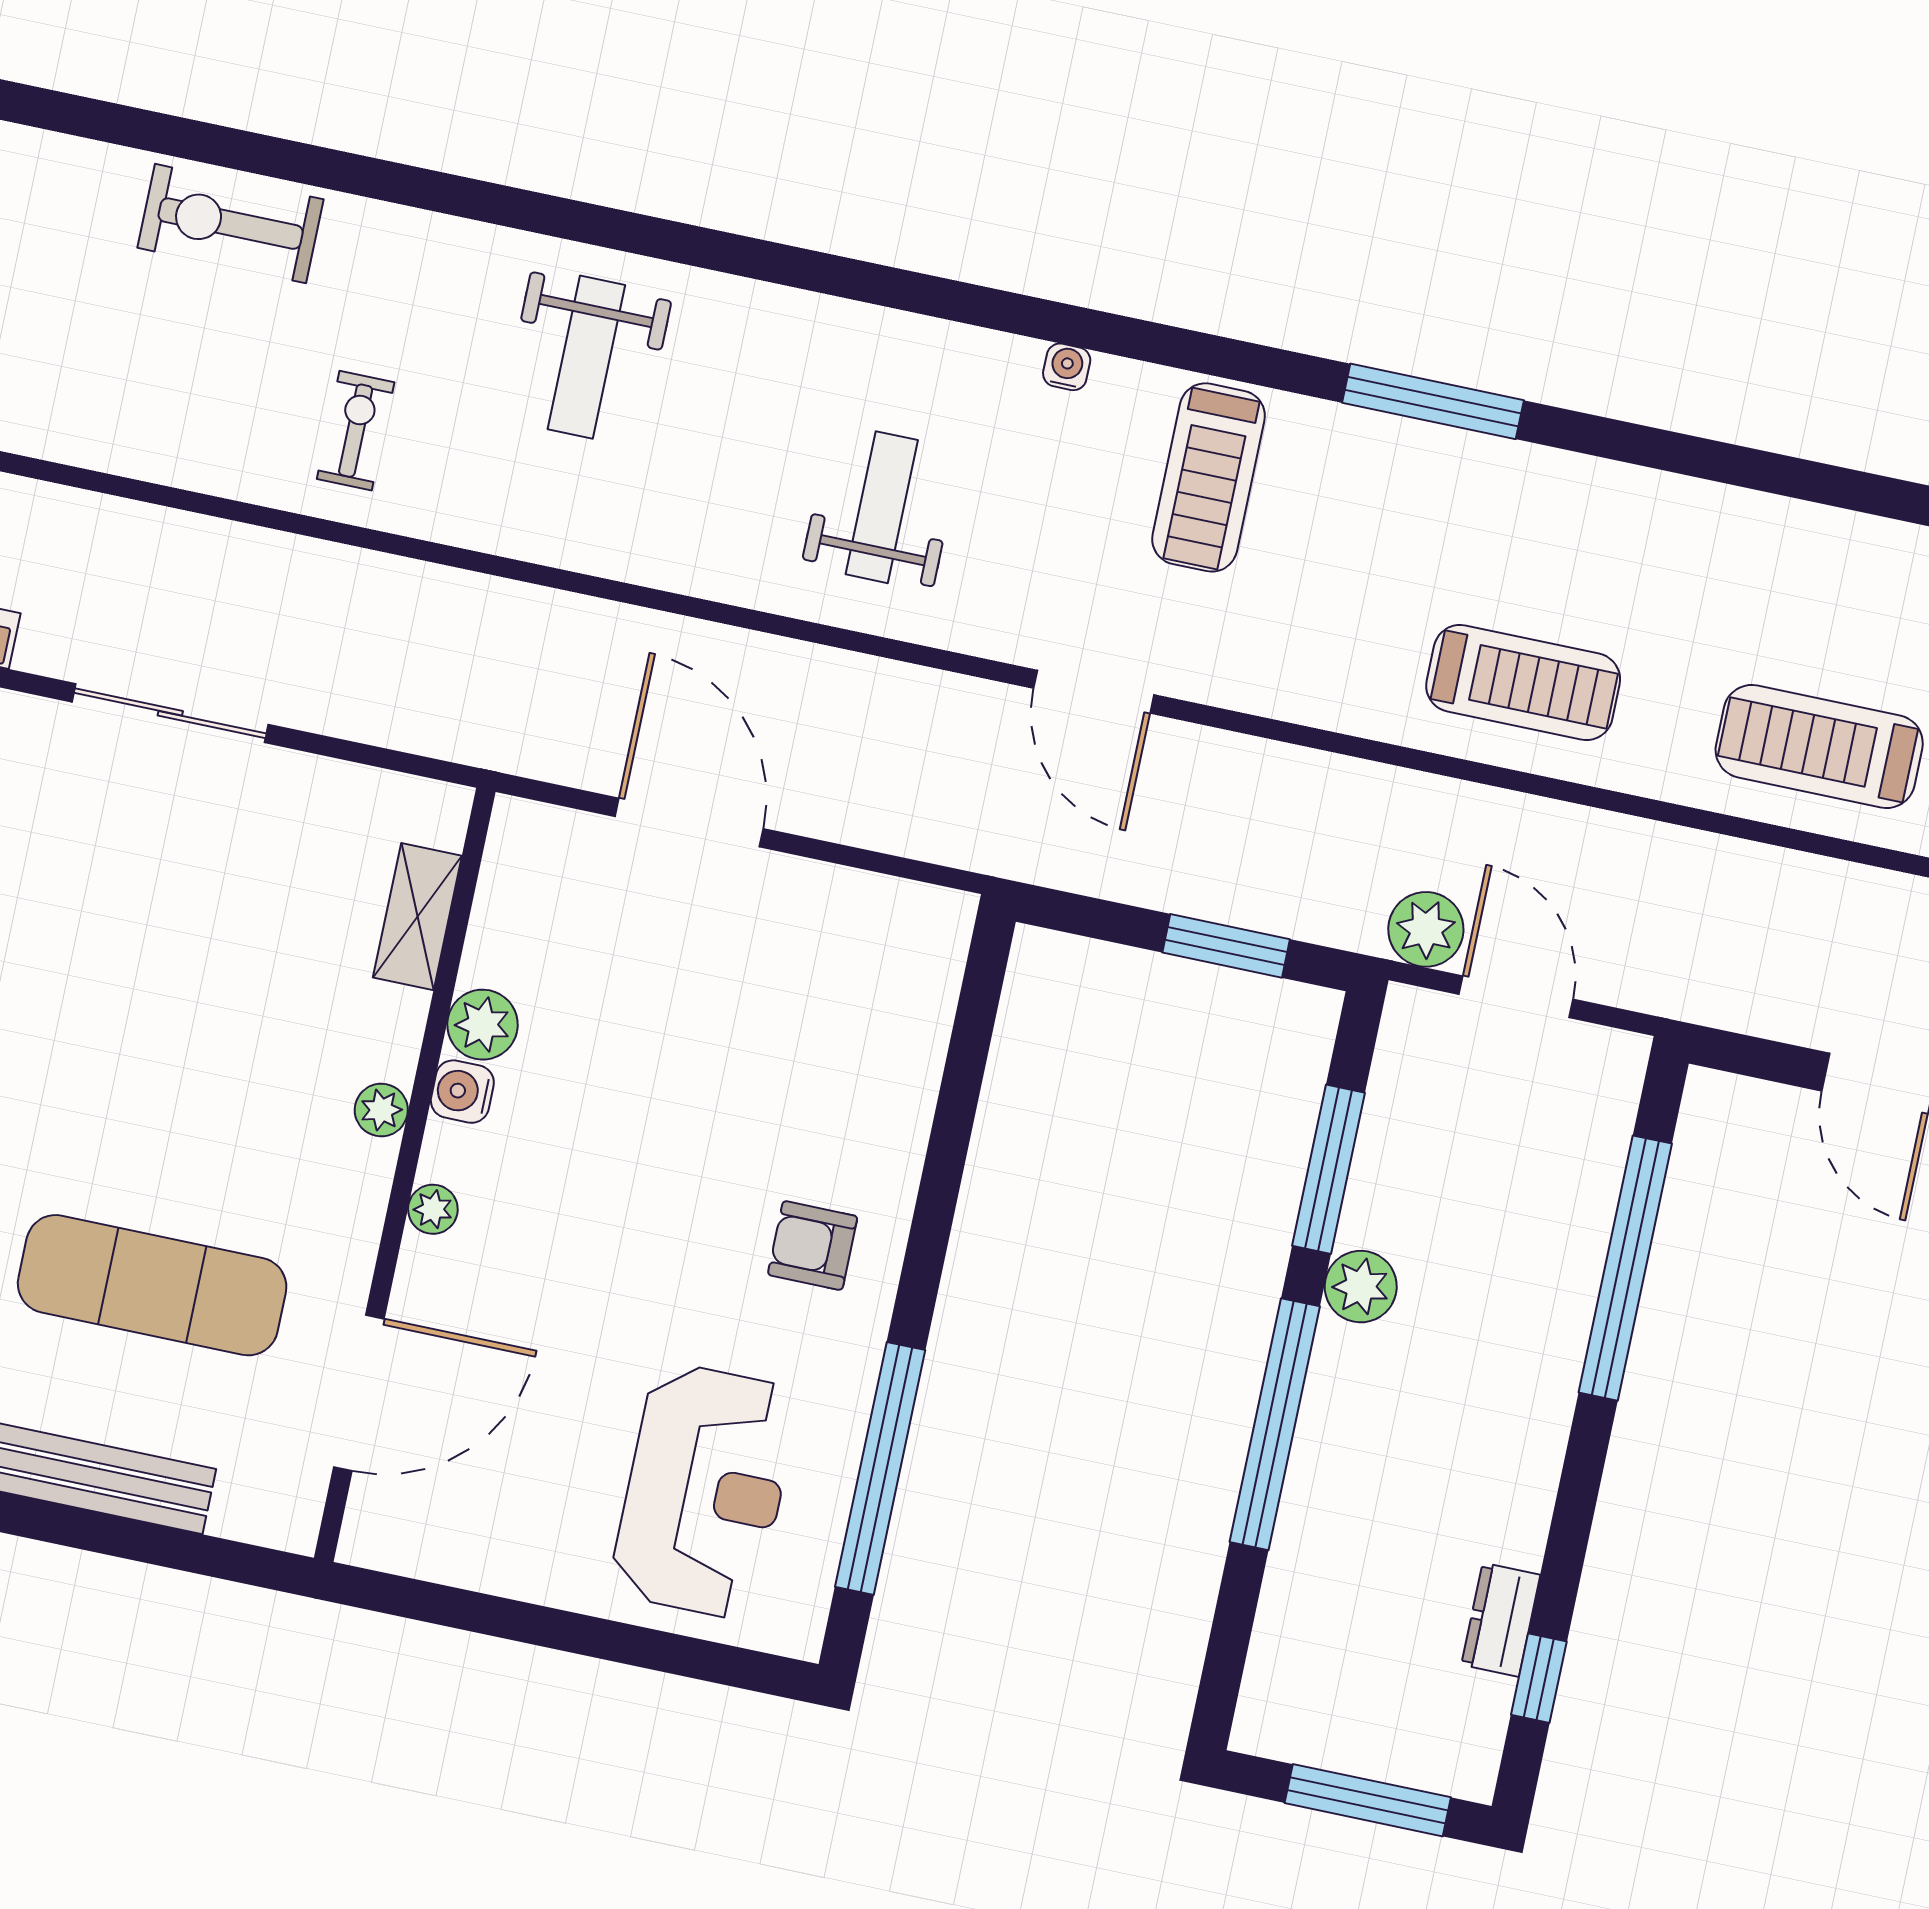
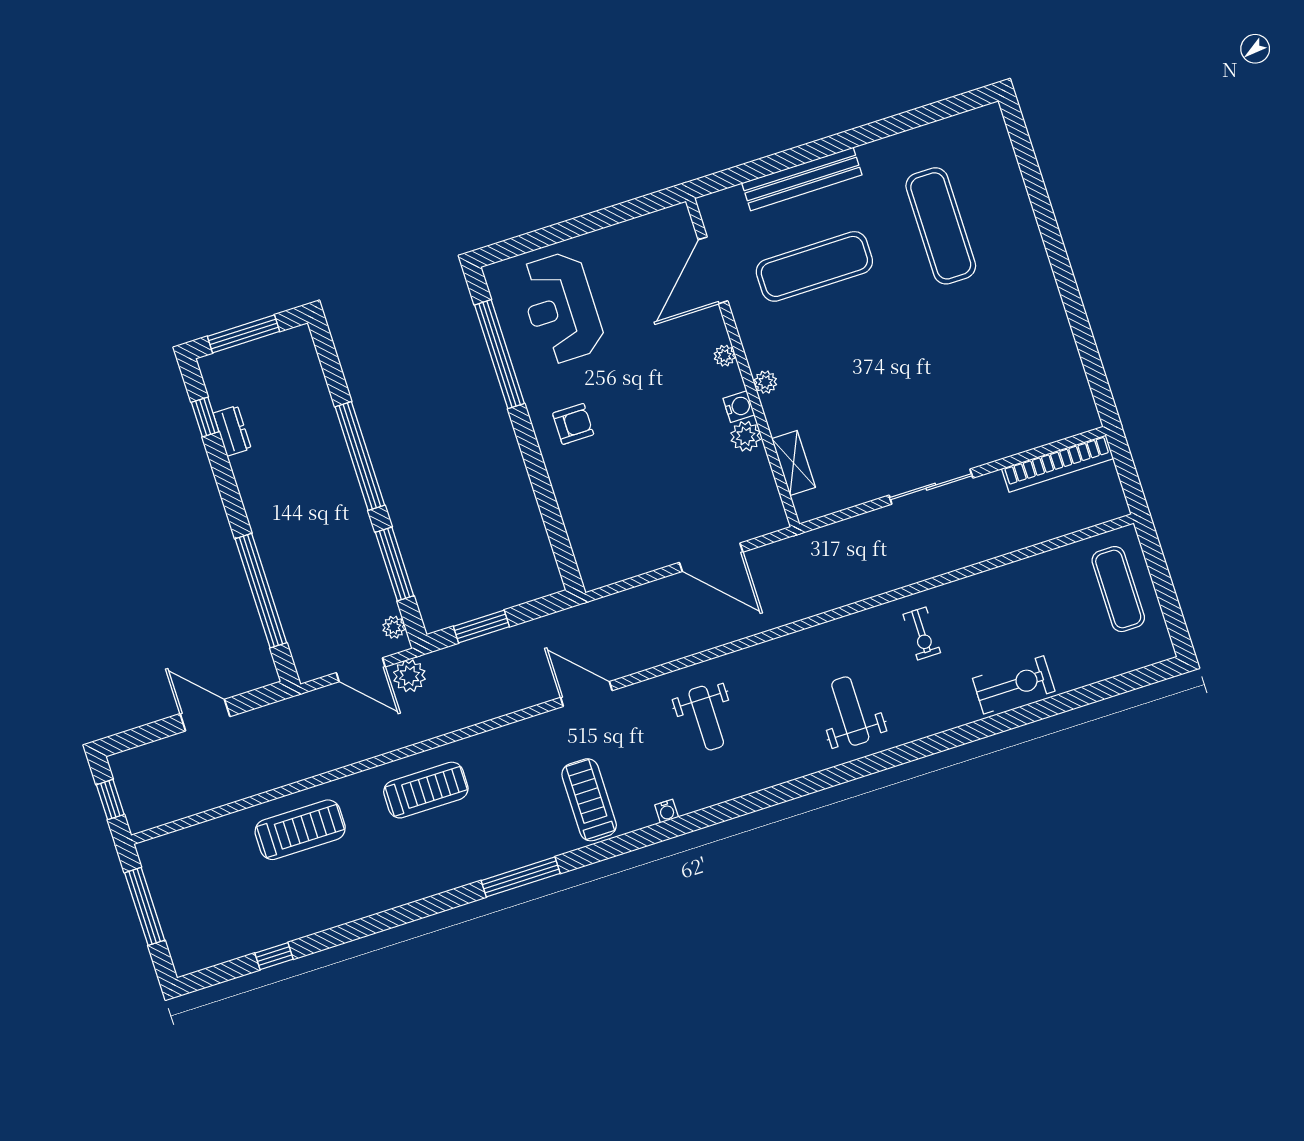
treadmill: (1523, 683) -> (426, 790), turned 180
plant: (1361, 1287) -> (394, 627), moved, width x0.73, depth x0.73

